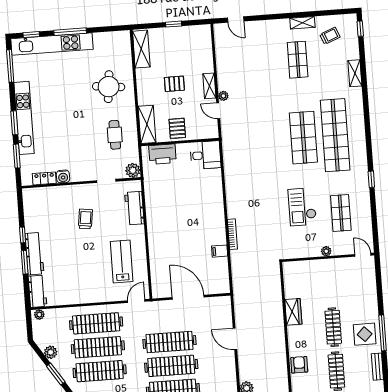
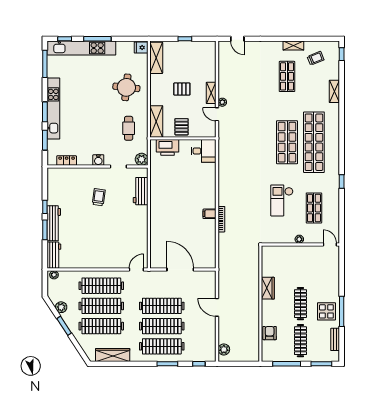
fridge: (122, 38) -> (141, 48), added
water cooler: (63, 176) -> (98, 160), moved
filing cabinet: (220, 251) -> (210, 214), moved
lab bench: (122, 261) -> (127, 235), removed

